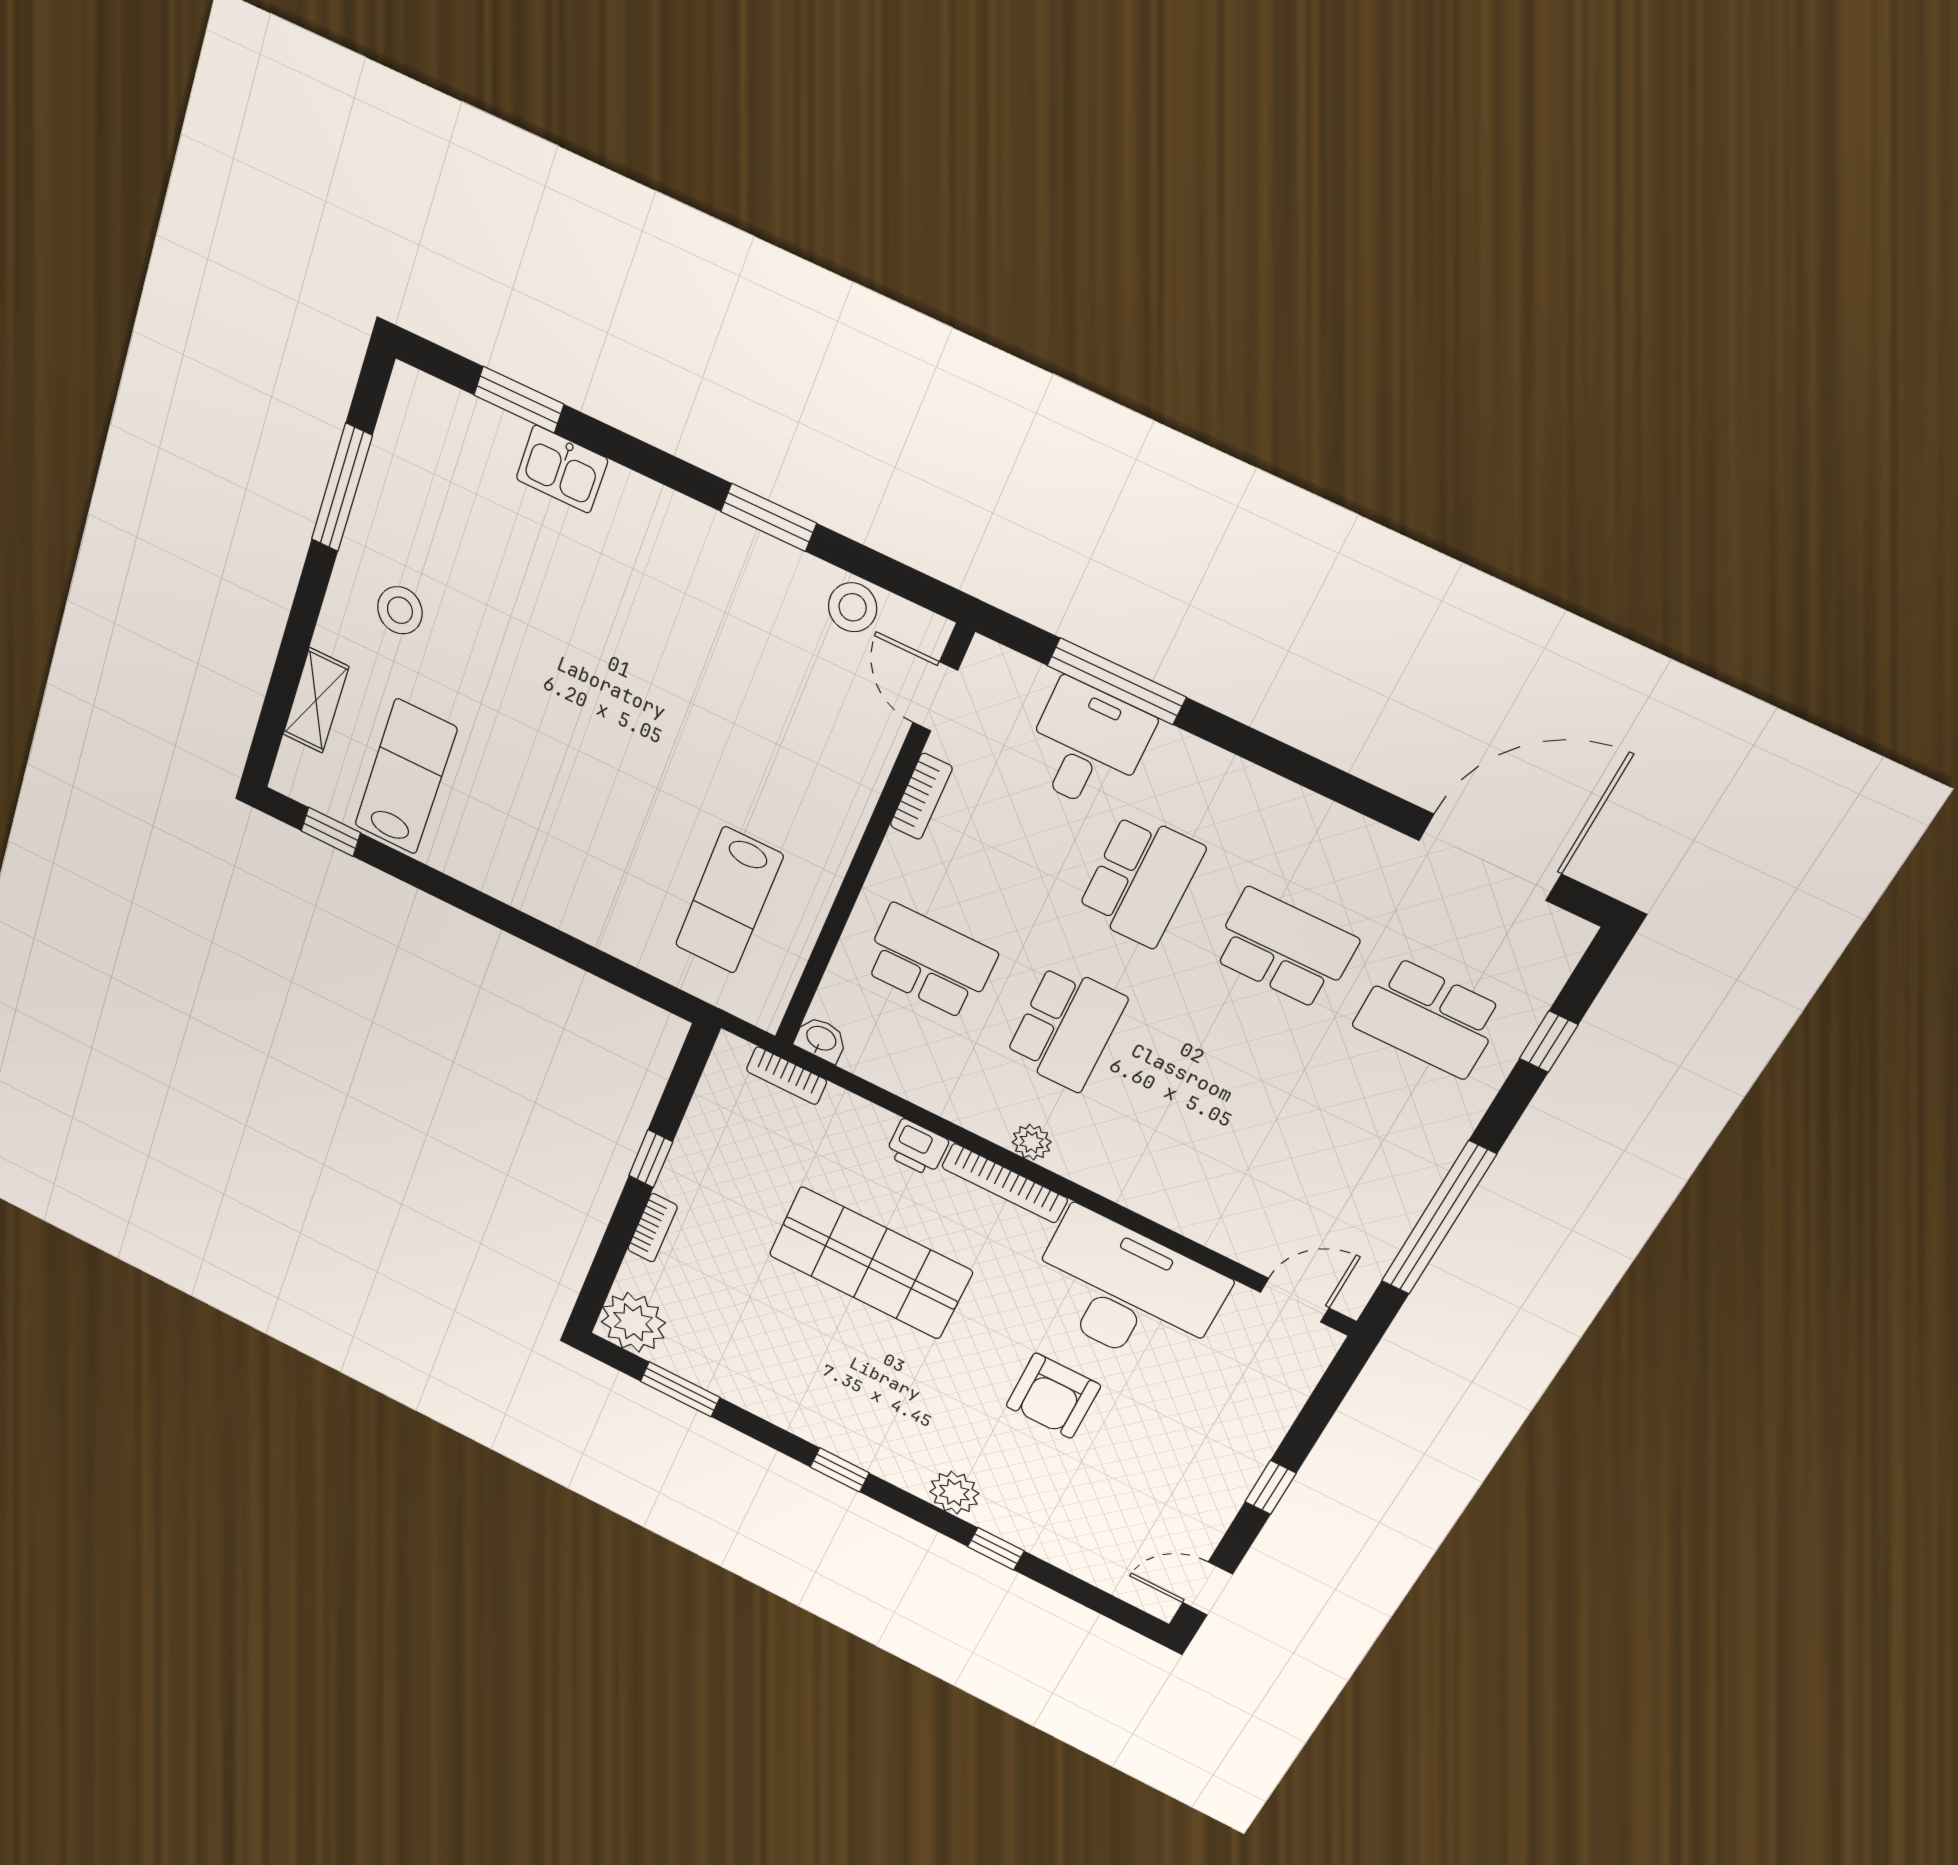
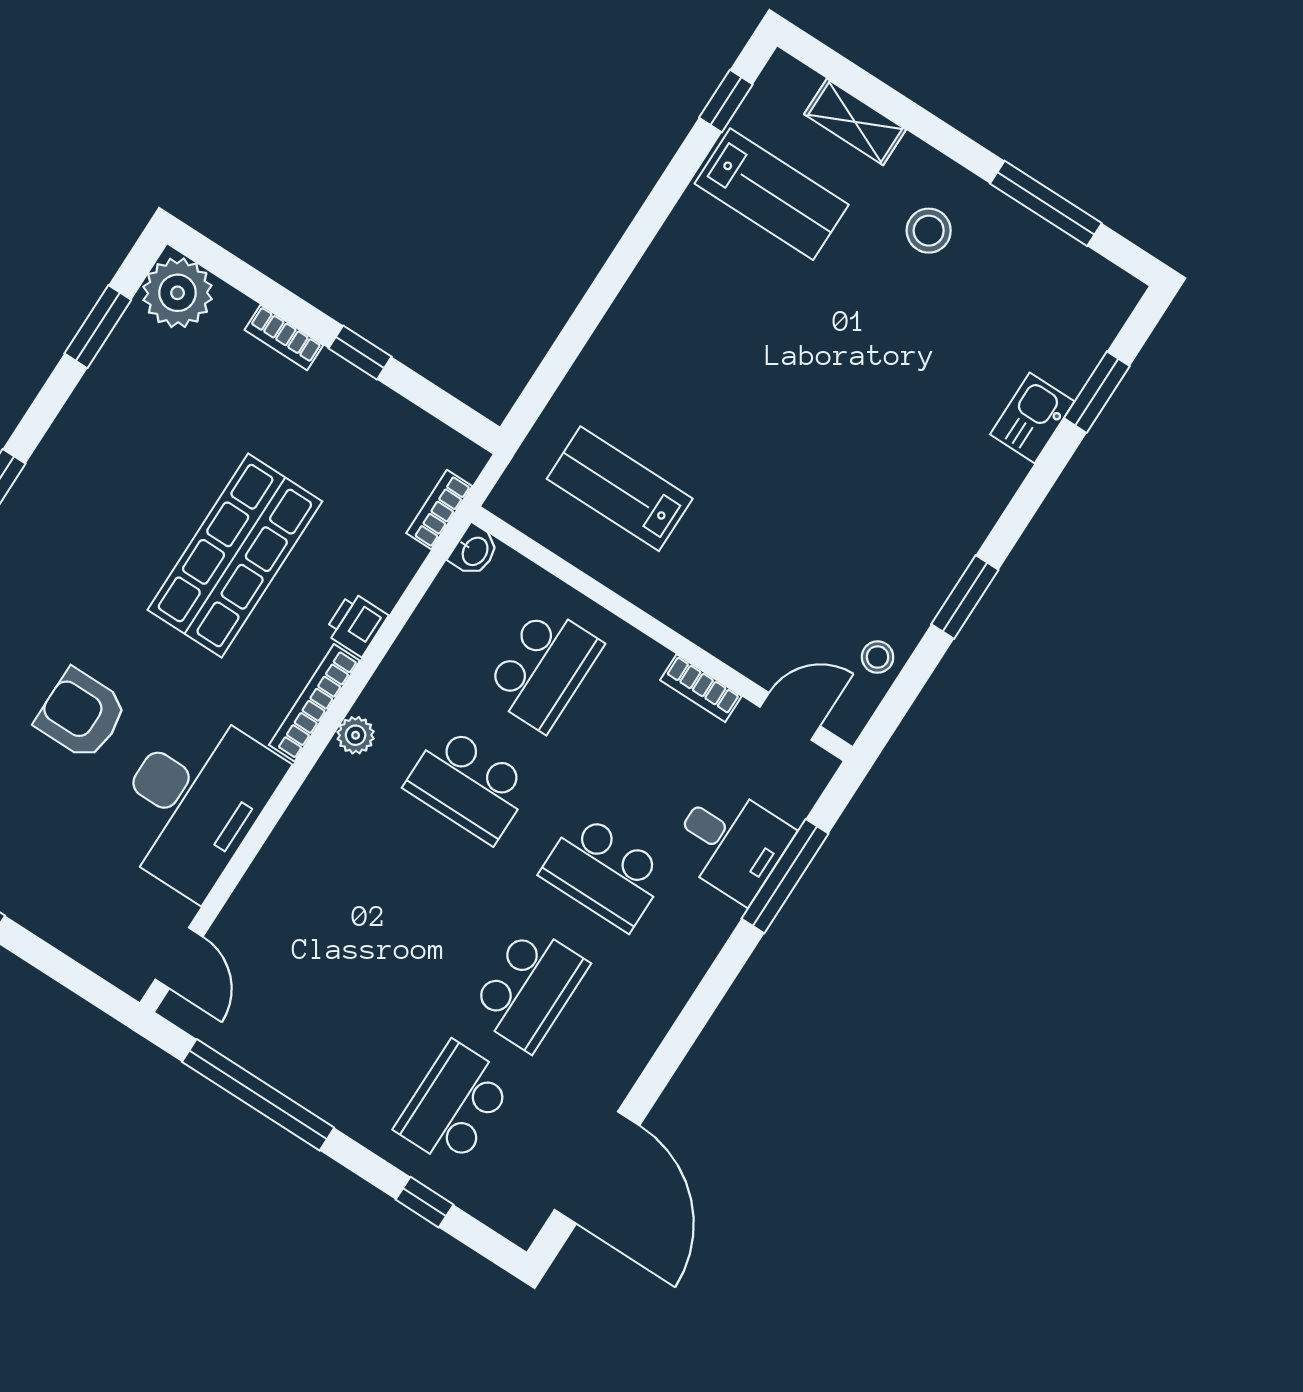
stool: (853, 607) -> (878, 657), width x0.73, depth x0.73

